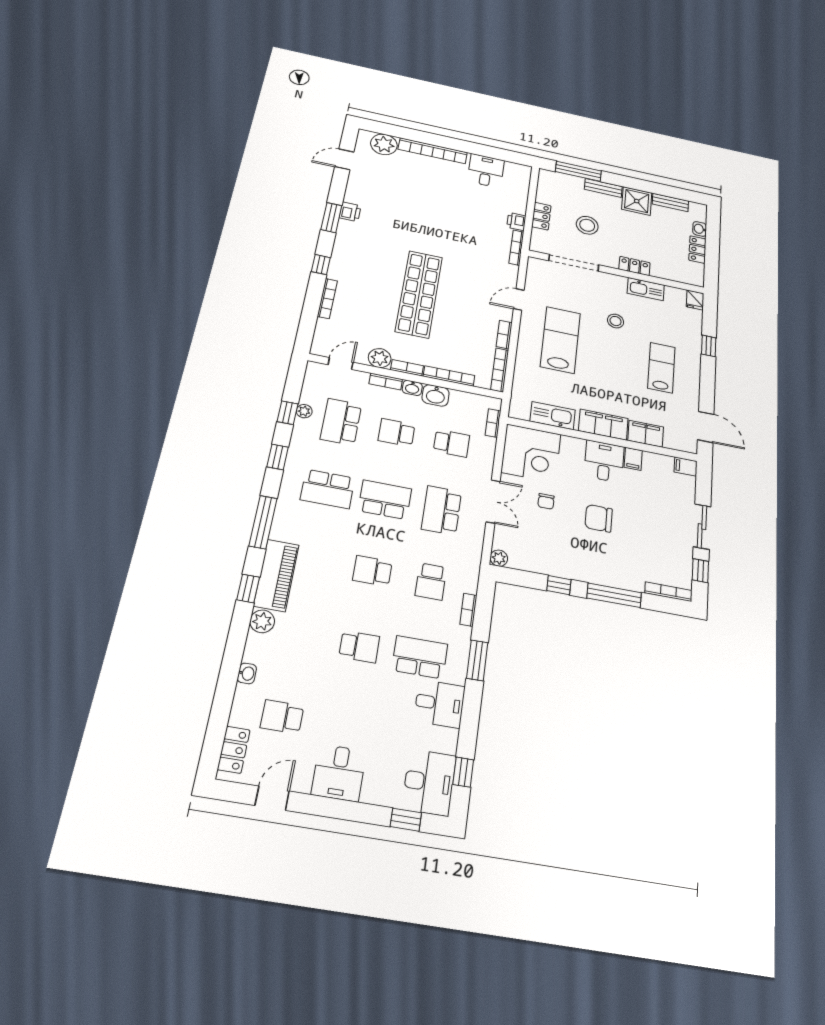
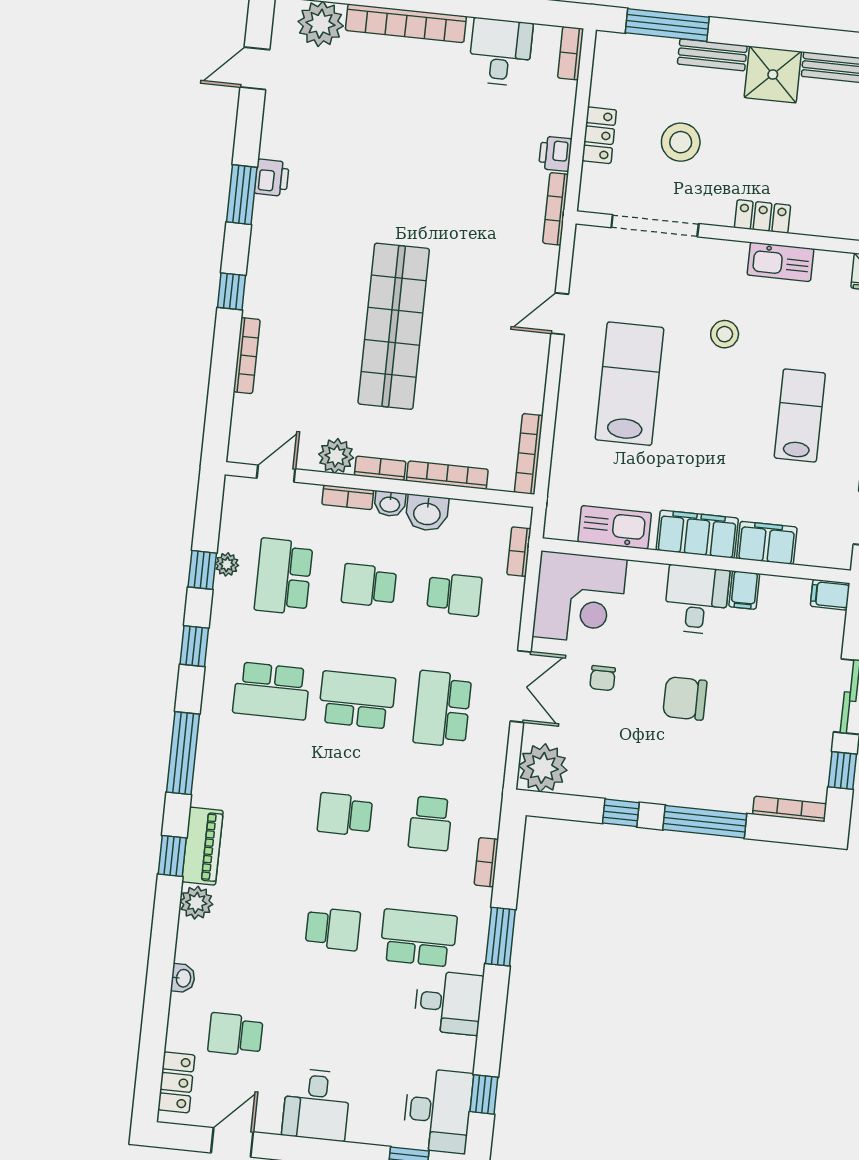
bookcase: (504, 335) -> (571, 53), moved
plant: (499, 558) -> (543, 768), width x1.88, depth x1.88
piano: (276, 575) -> (202, 846), width x0.73, depth x0.75

